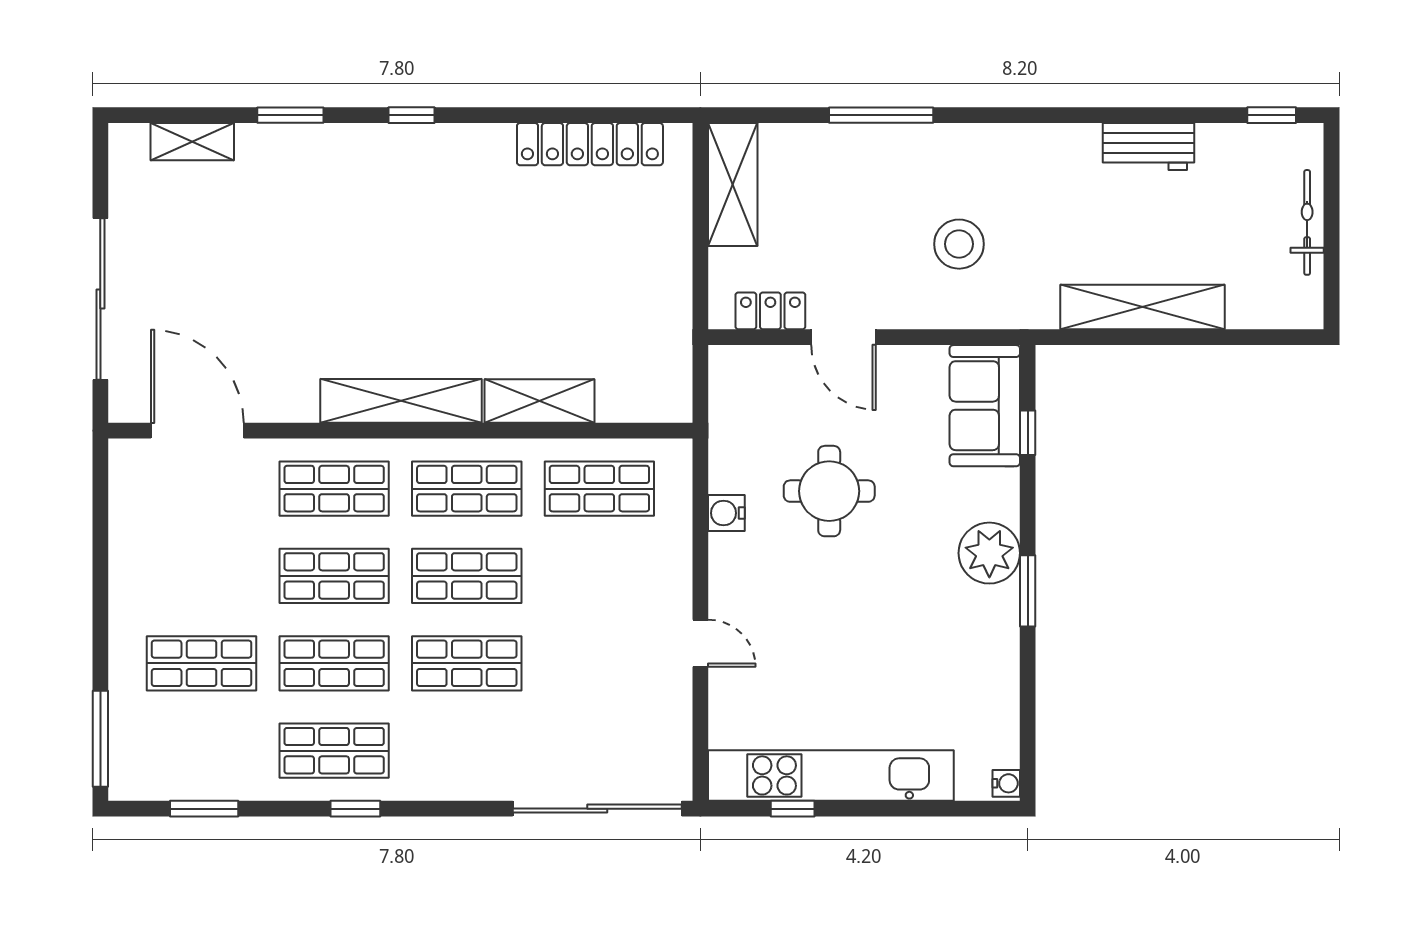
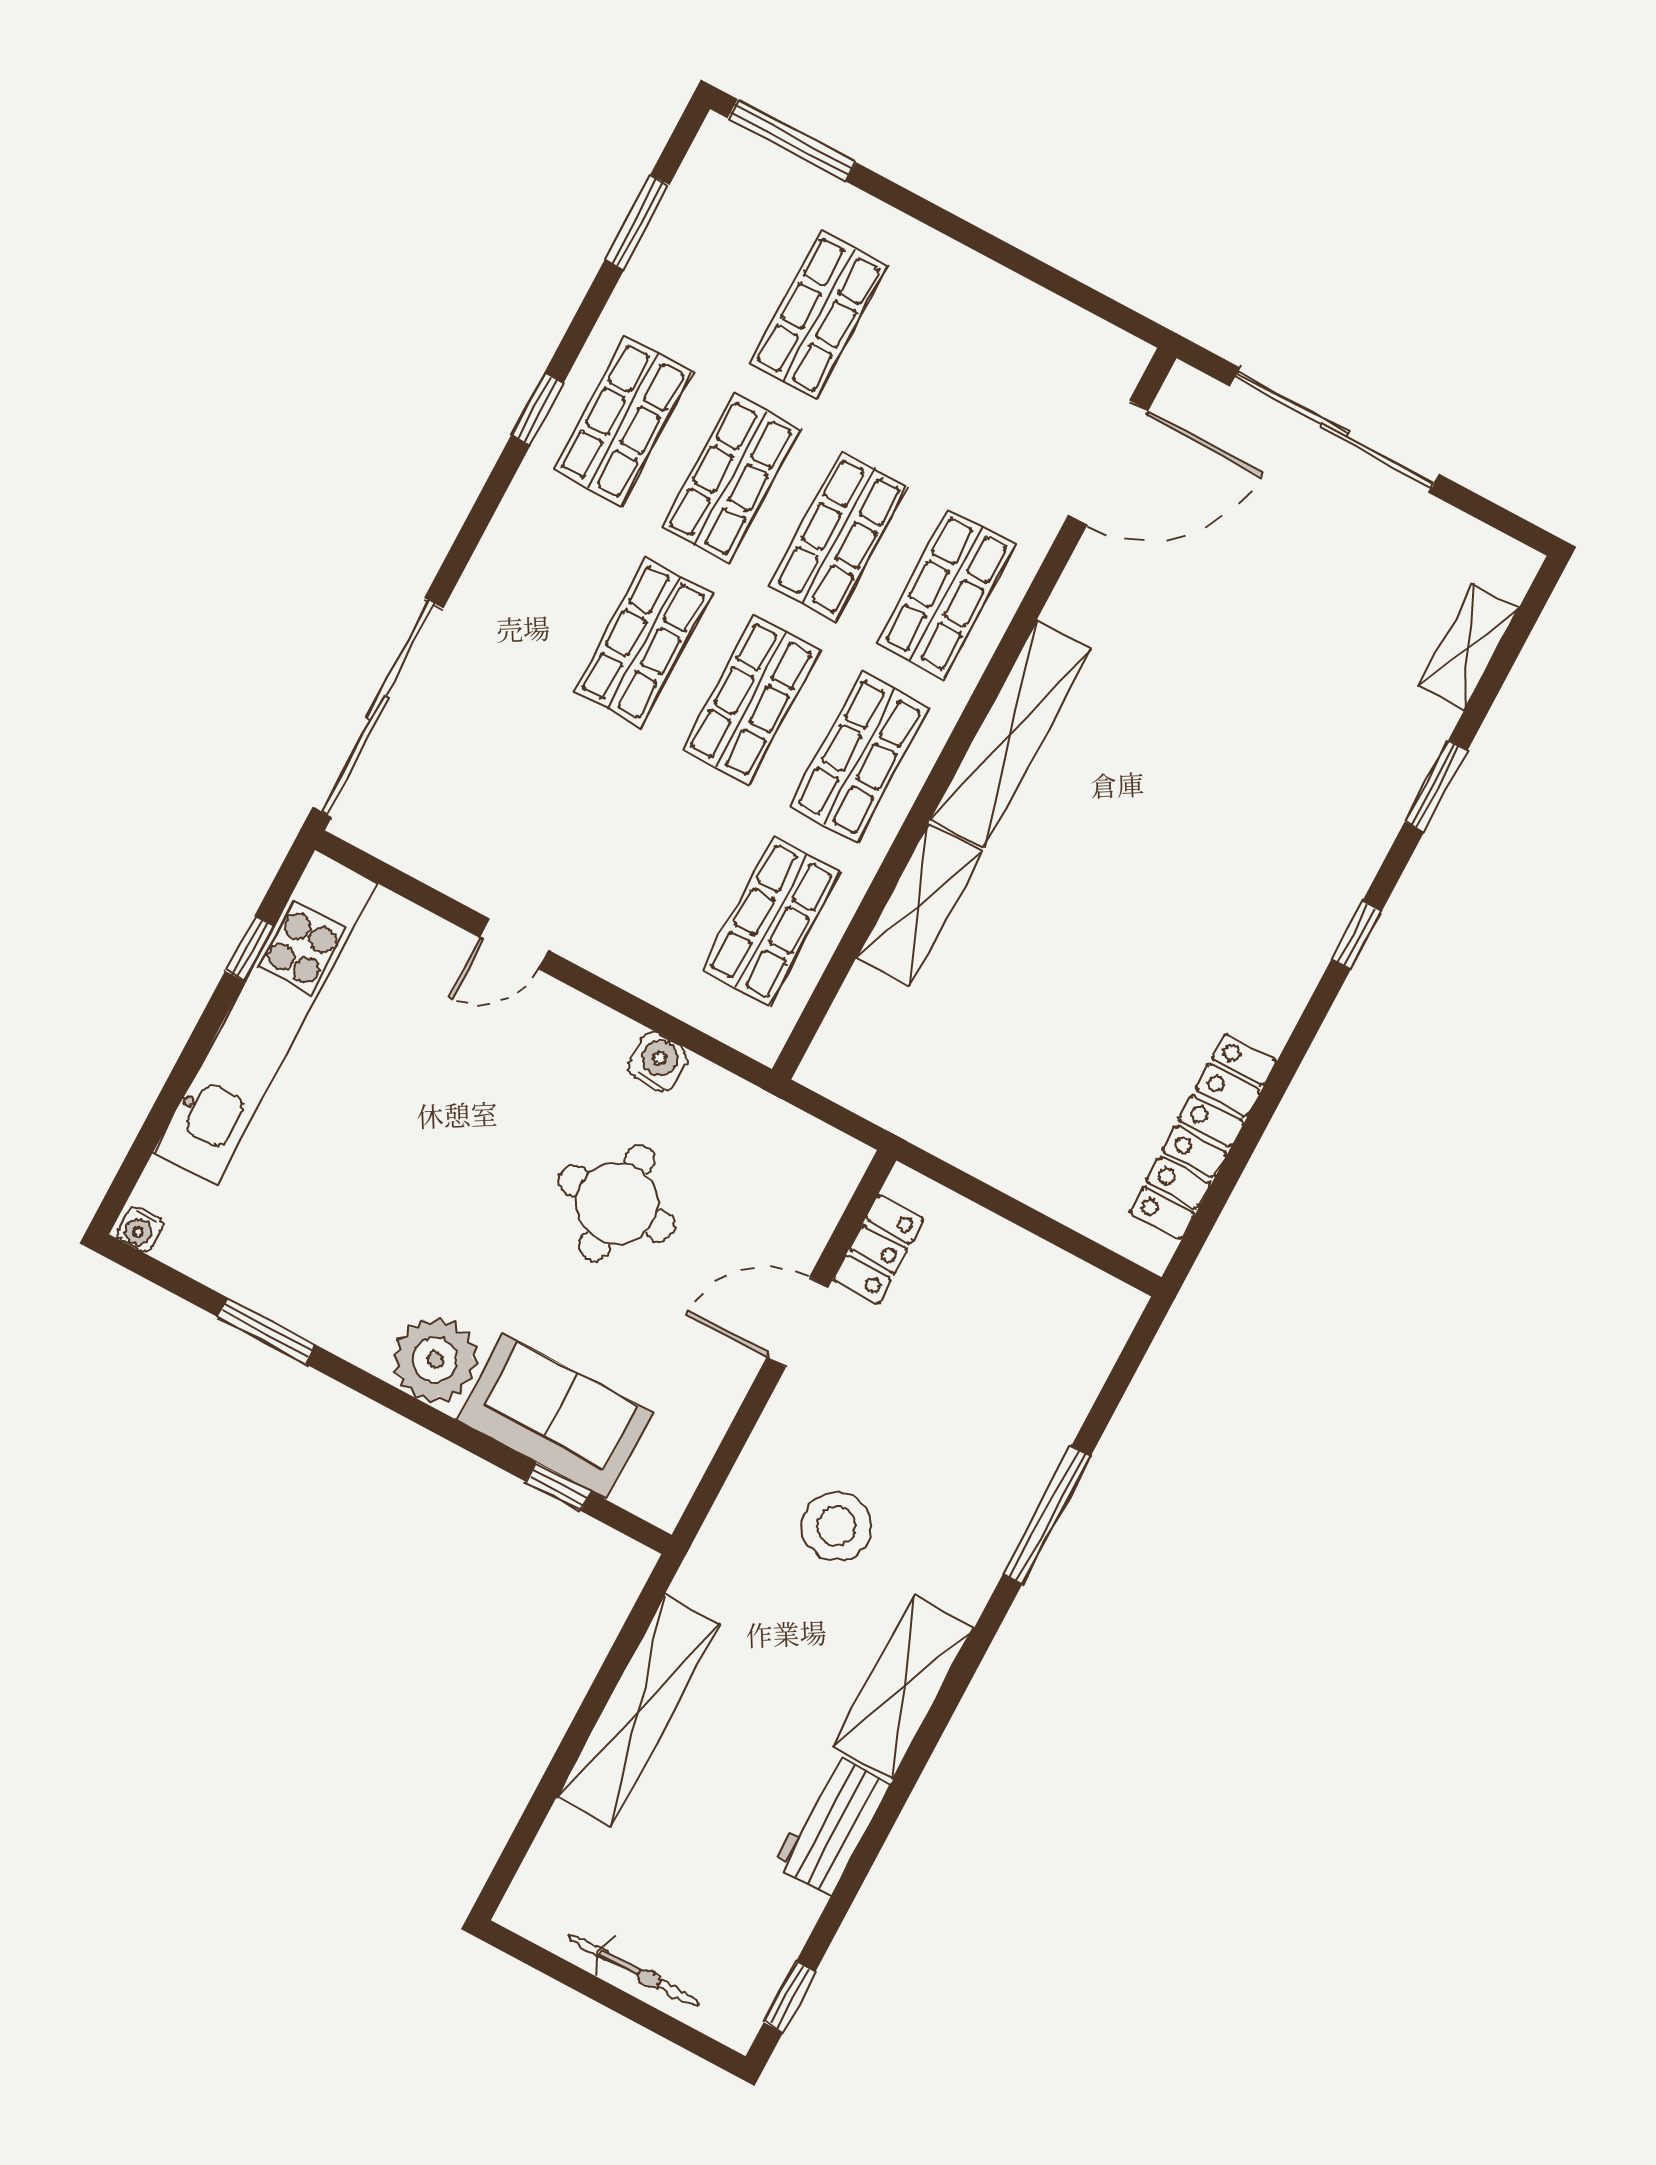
shelving: (733, 185) -> (903, 1688), moved, turned 90
sofa: (985, 406) -> (555, 1417), moved
window: (1028, 591) -> (266, 1331), moved

